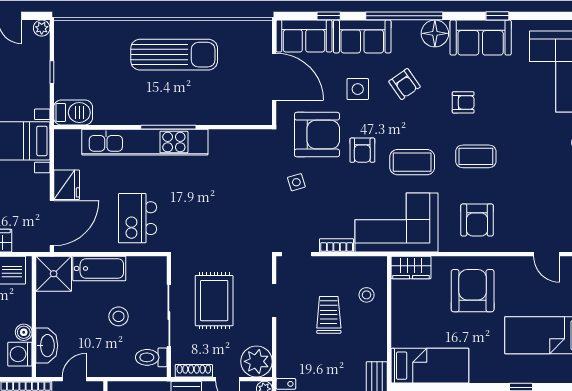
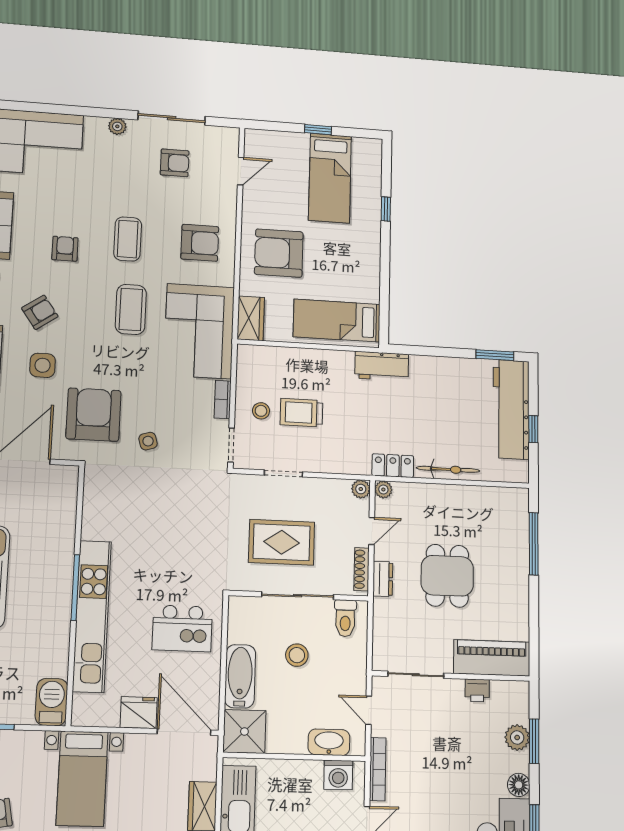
armchair: (362, 150) -> (175, 163), moved
stool: (367, 295) -> (261, 411), moved
boiler: (24, 332) -> (313, 770), removed
plant: (257, 361) -> (361, 489), width x0.53, depth x0.53
bed: (430, 366) -> (337, 321), moved, turned -90

